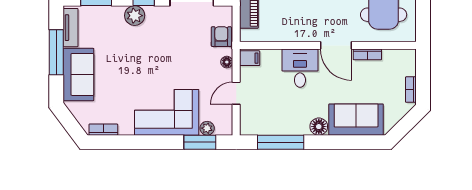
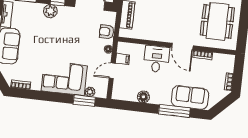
armchair: (221, 37) -> (107, 32), turned -90
filing cabinet: (250, 58) -> (123, 59), moved
floor lamp: (319, 127) -> (143, 97), moved
window: (281, 142) -> (174, 111), moved

